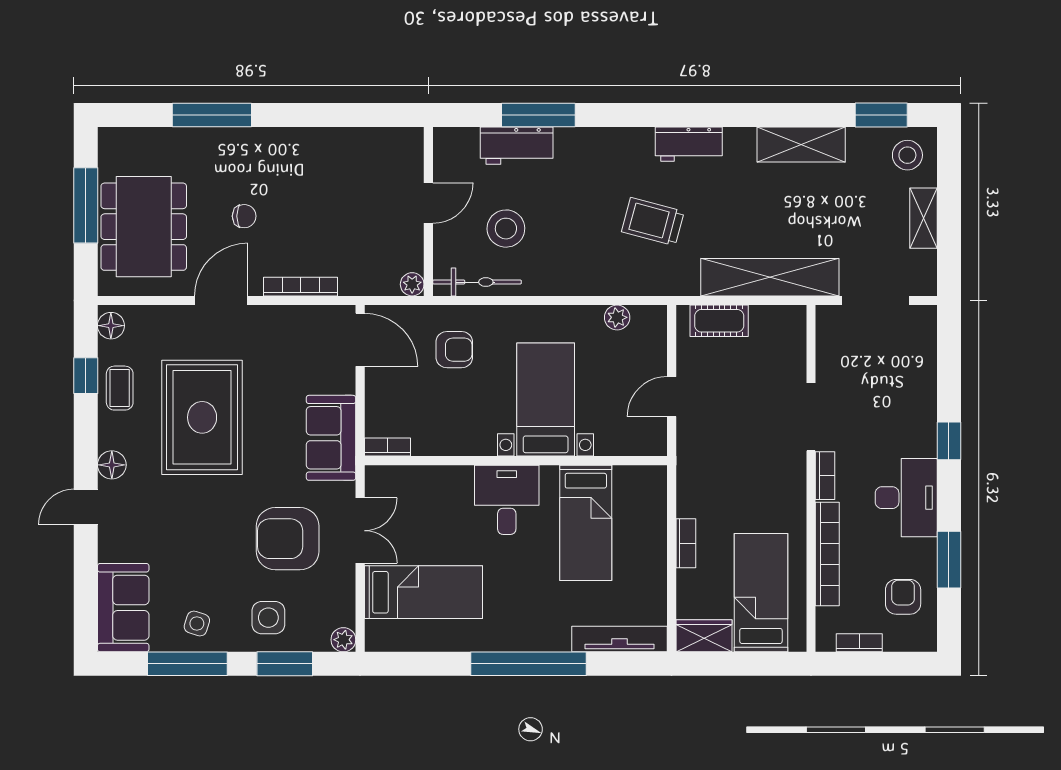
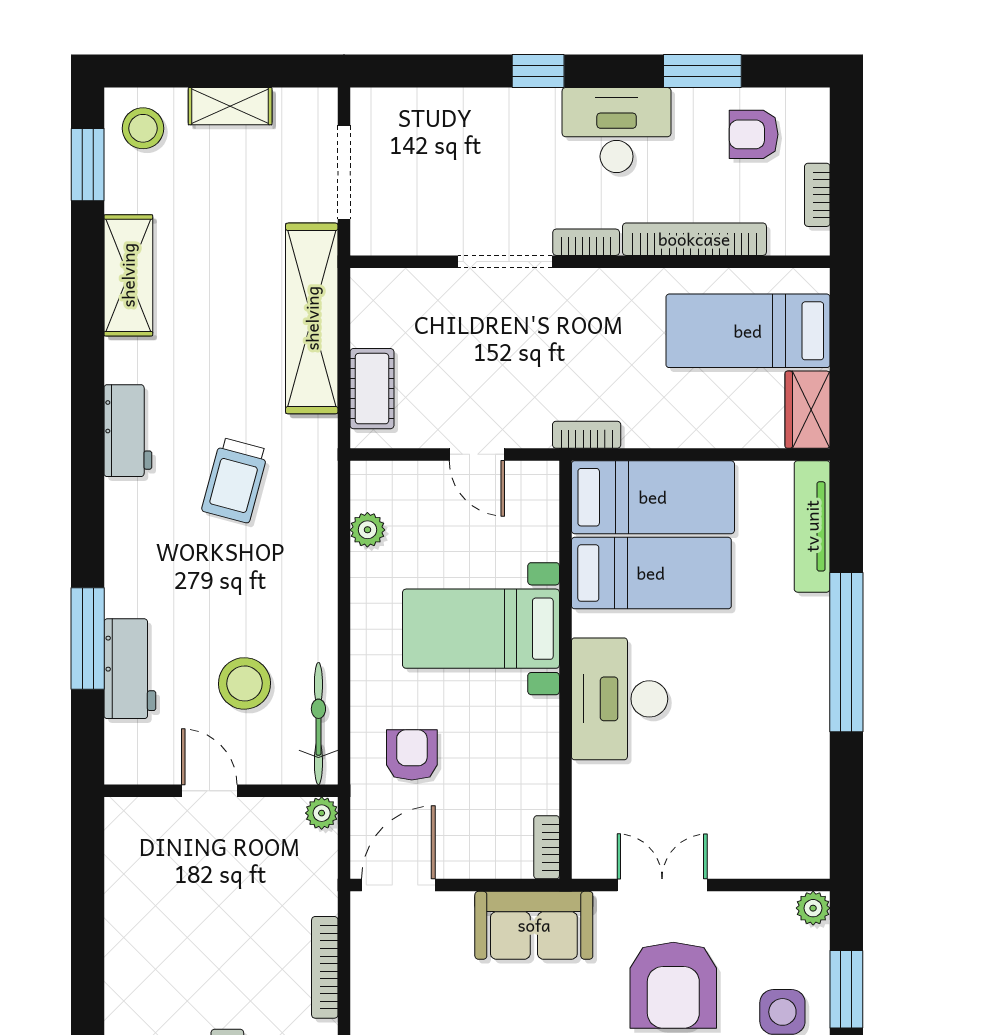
desk: (507, 500) -> (620, 699), width x1.37
bookcase: (686, 543) -> (587, 435), moved
bed: (423, 592) -> (653, 497), moved, turned 90

